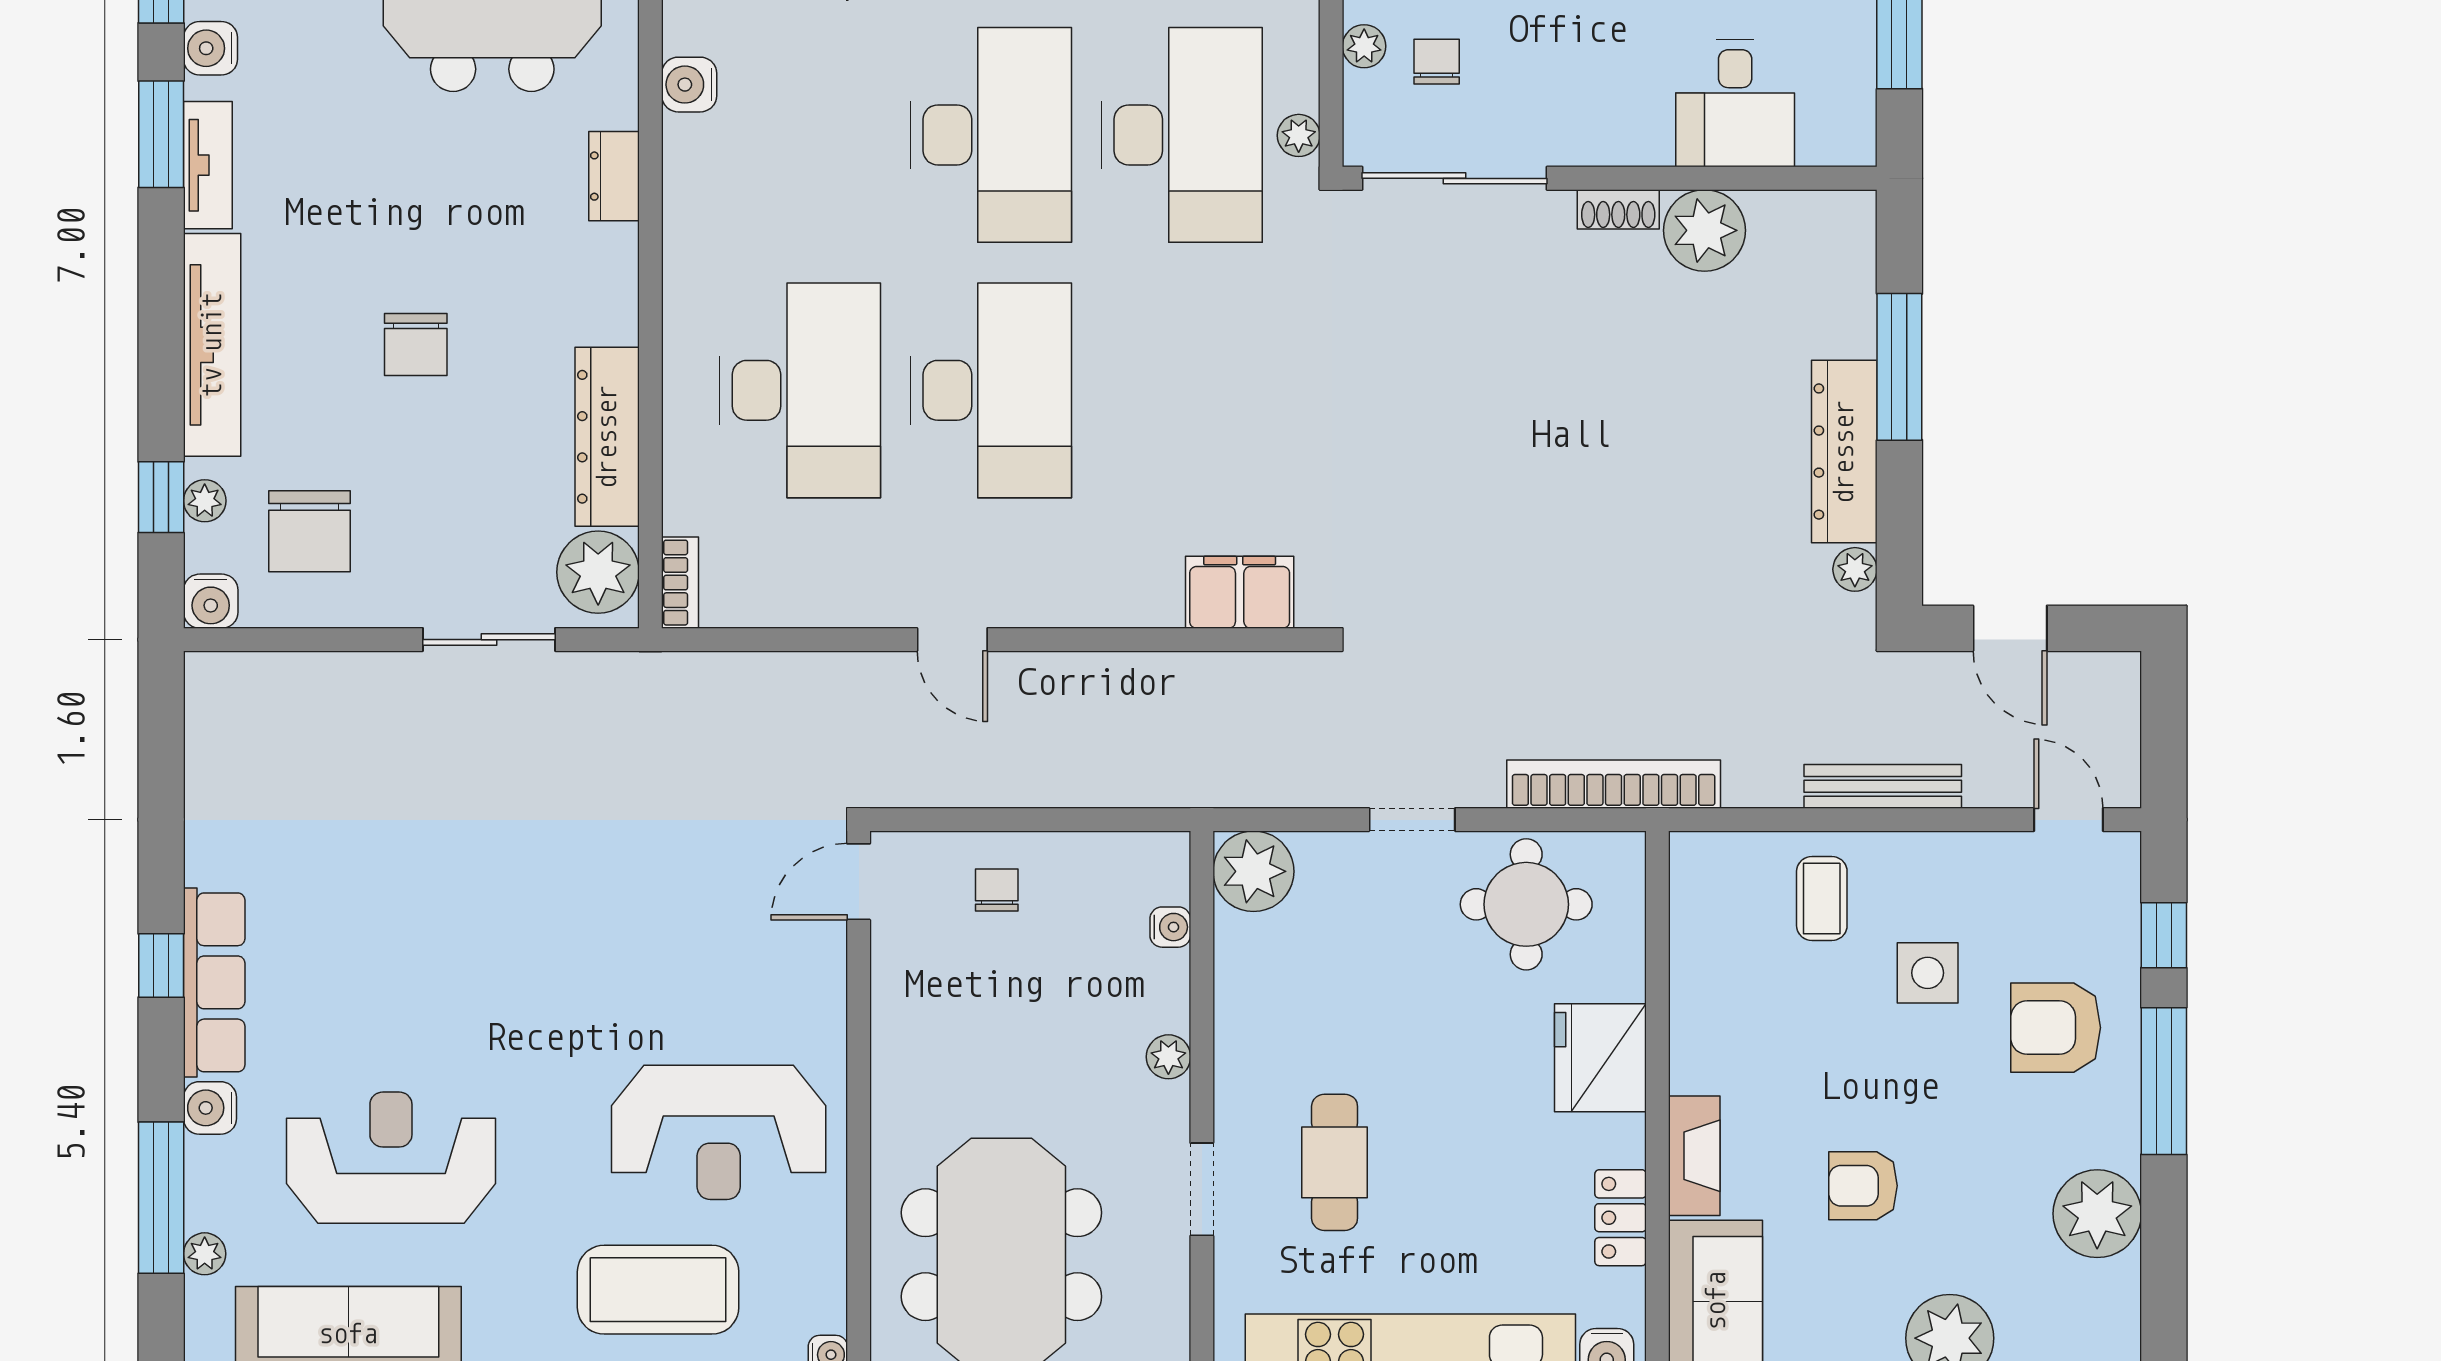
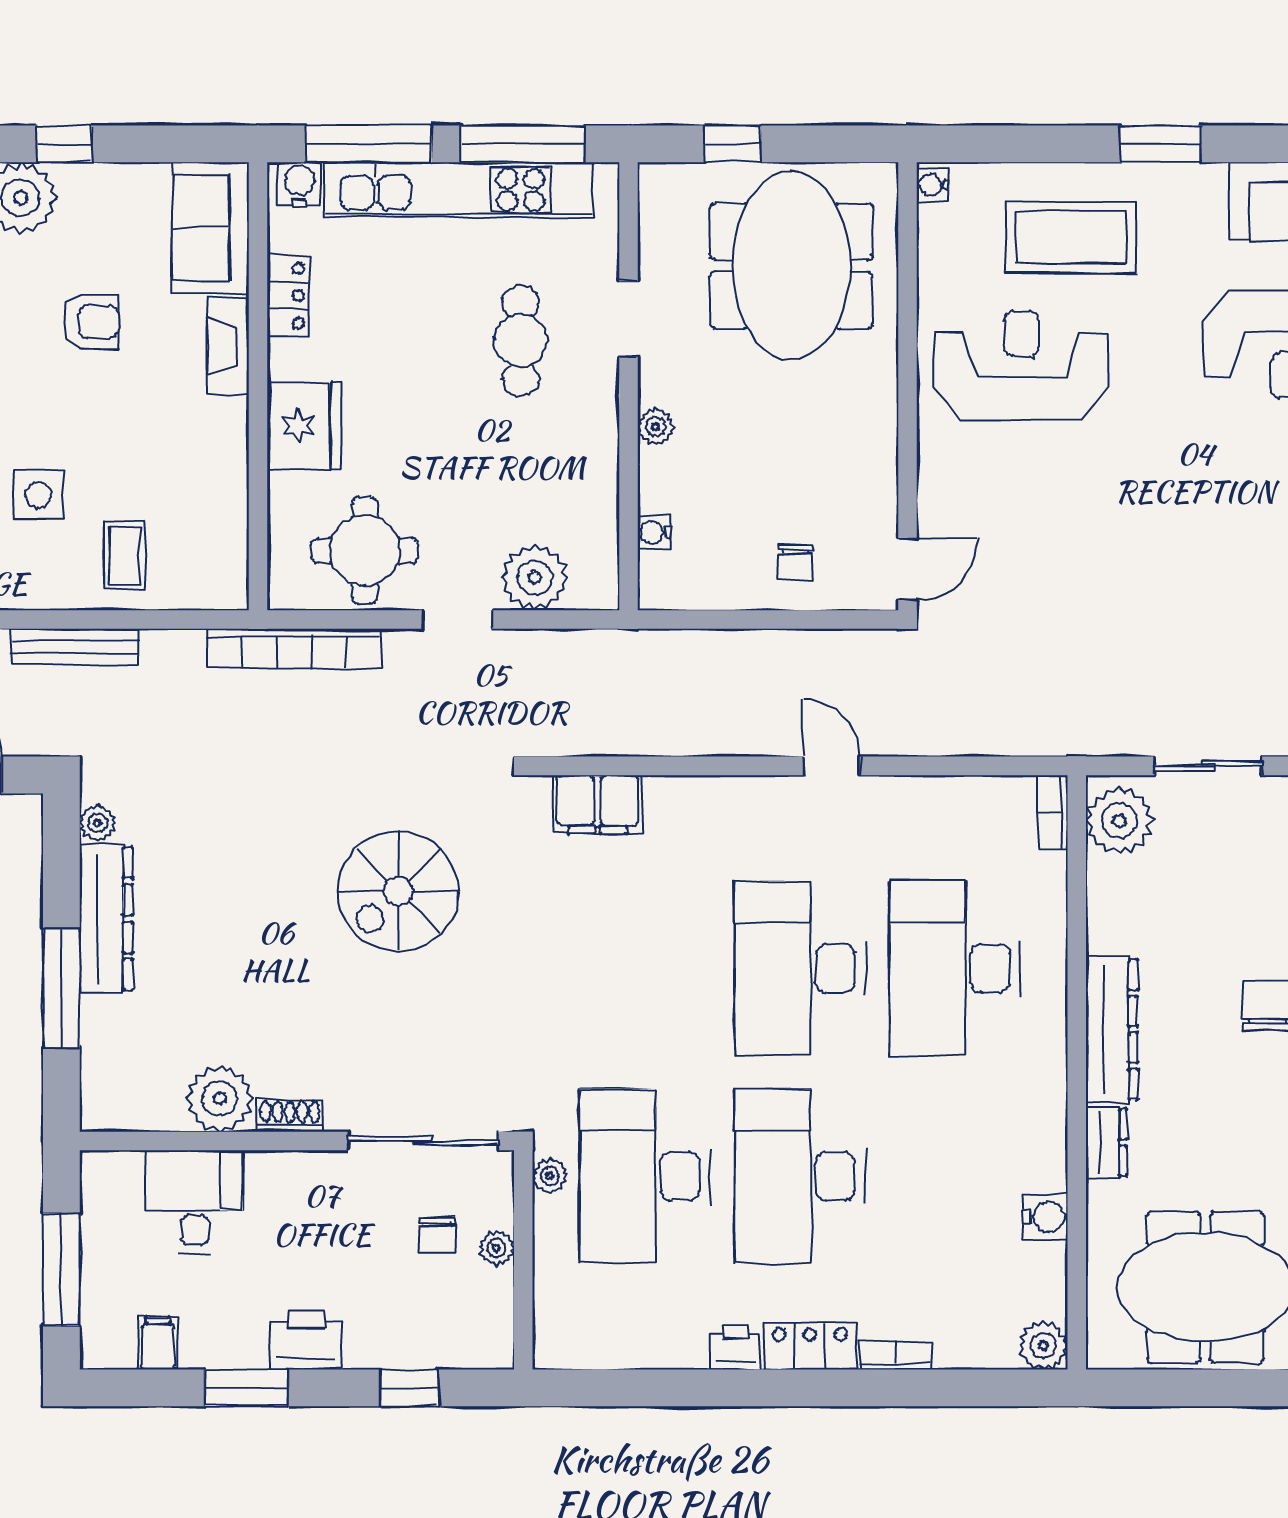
dresser: (607, 437) -> (1112, 1030), moved
spiral stairs: (1485, 486) -> (398, 891), added
plant: (1253, 871) -> (535, 577), moved

